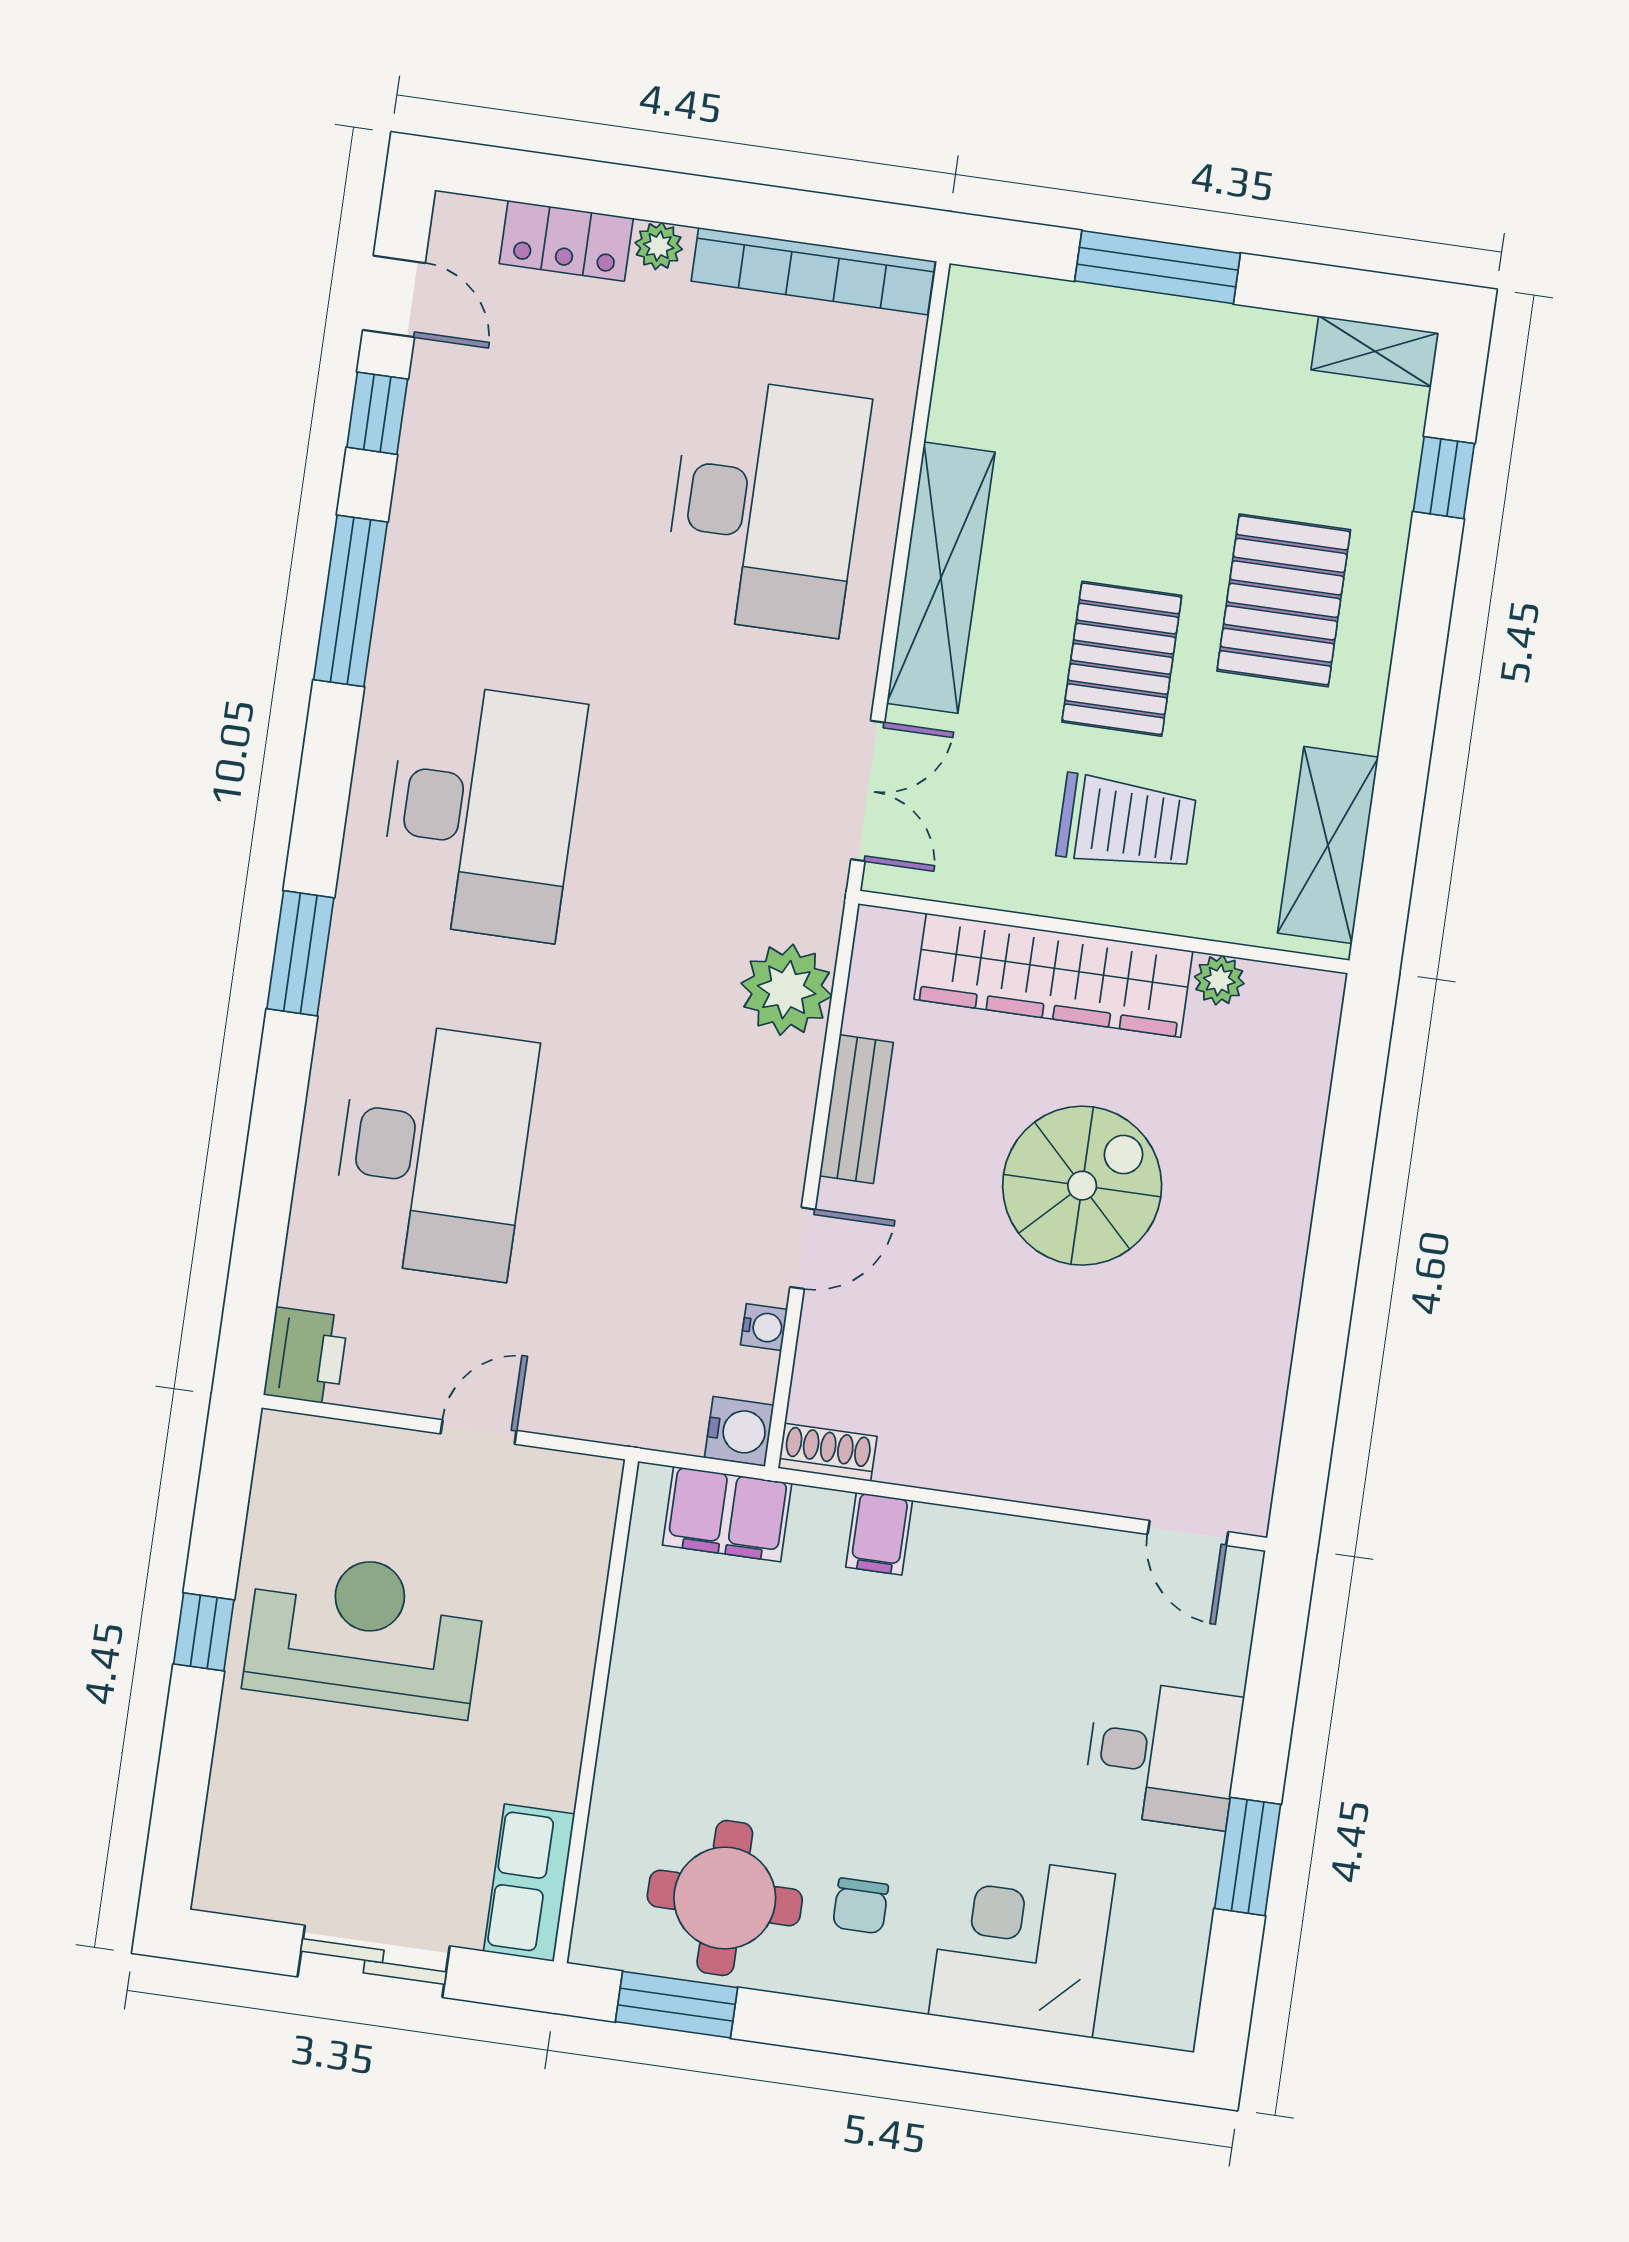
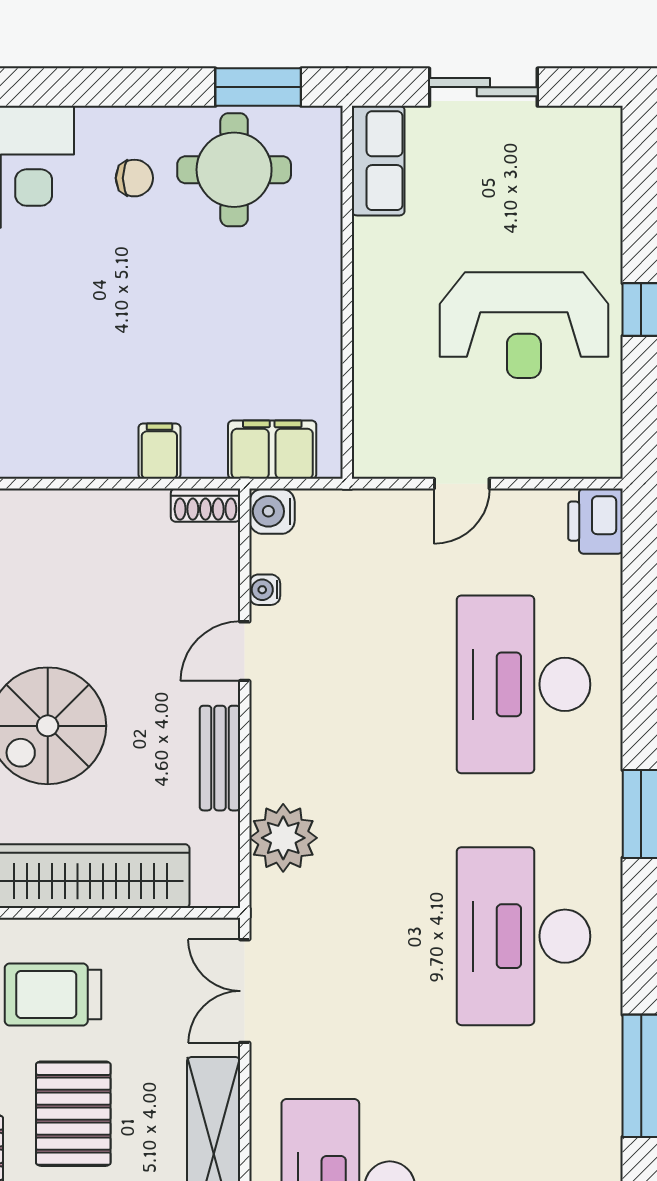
chair: (861, 1906) -> (134, 178), turned 90

